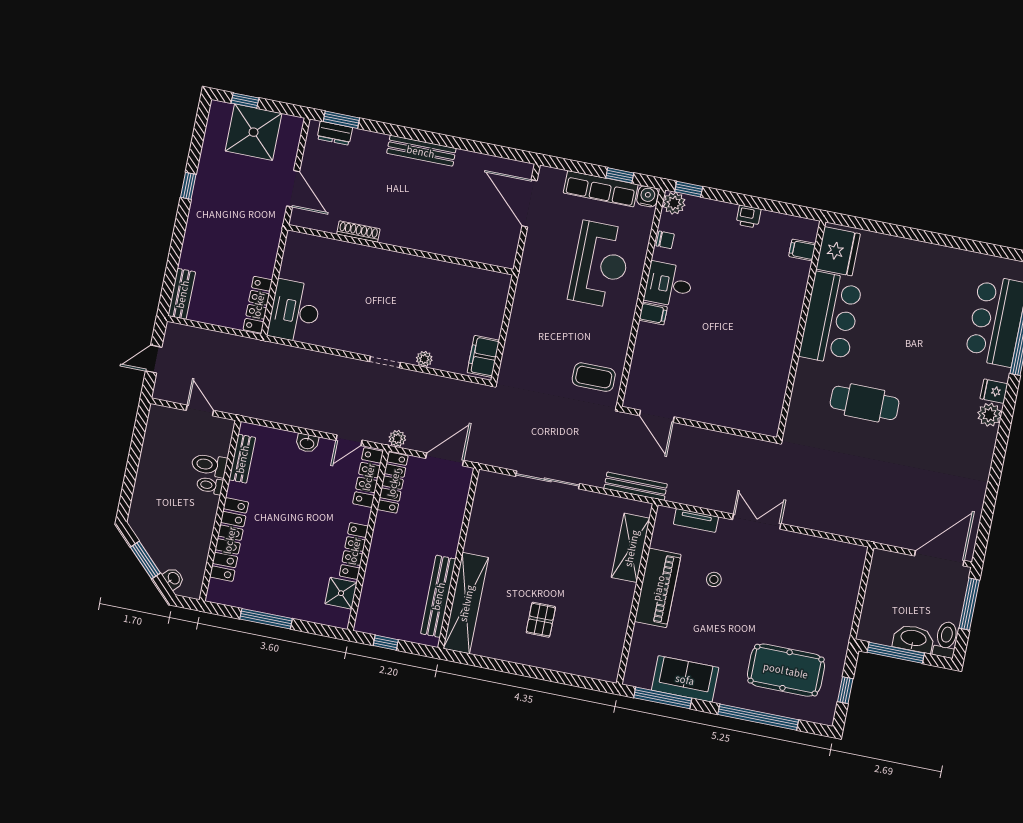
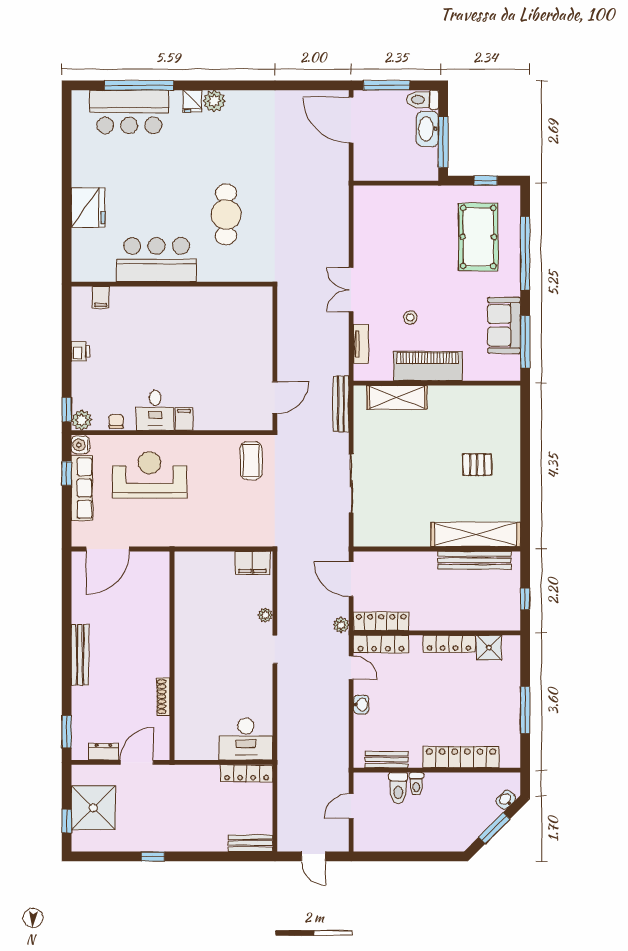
dresser: (335, 133) -> (103, 752), moved, turned -90
fridge: (838, 251) -> (88, 208), moved, turned 90

